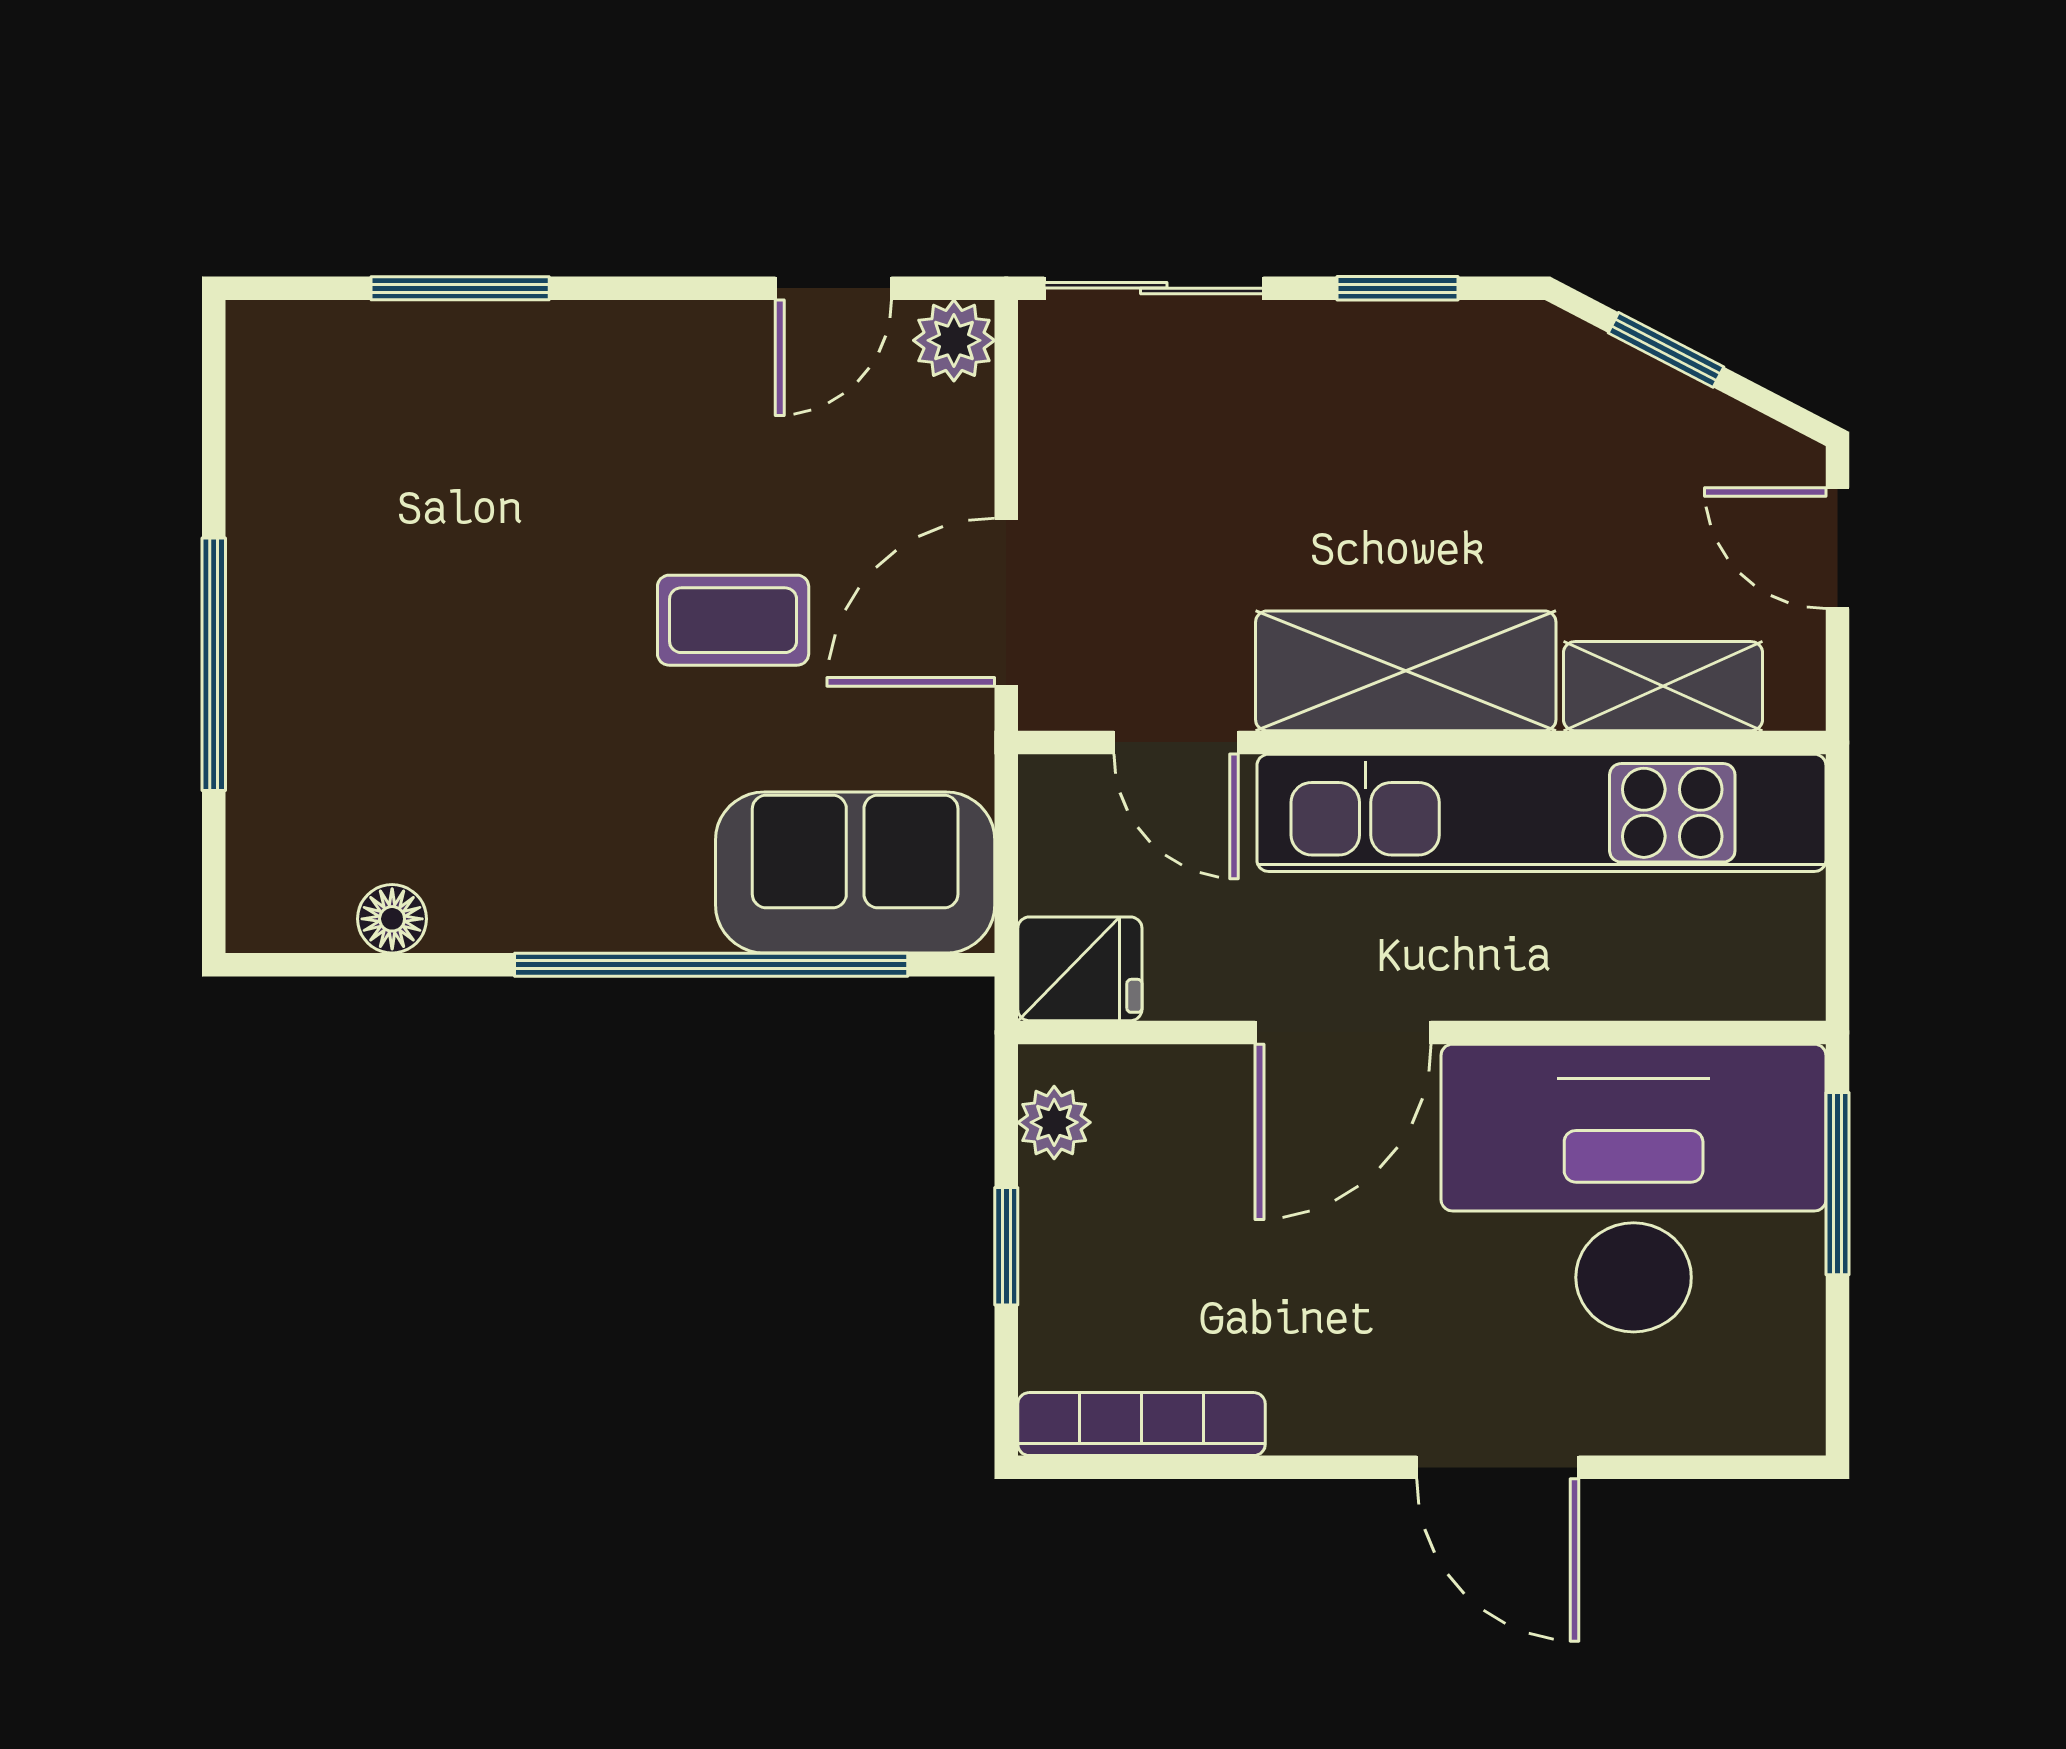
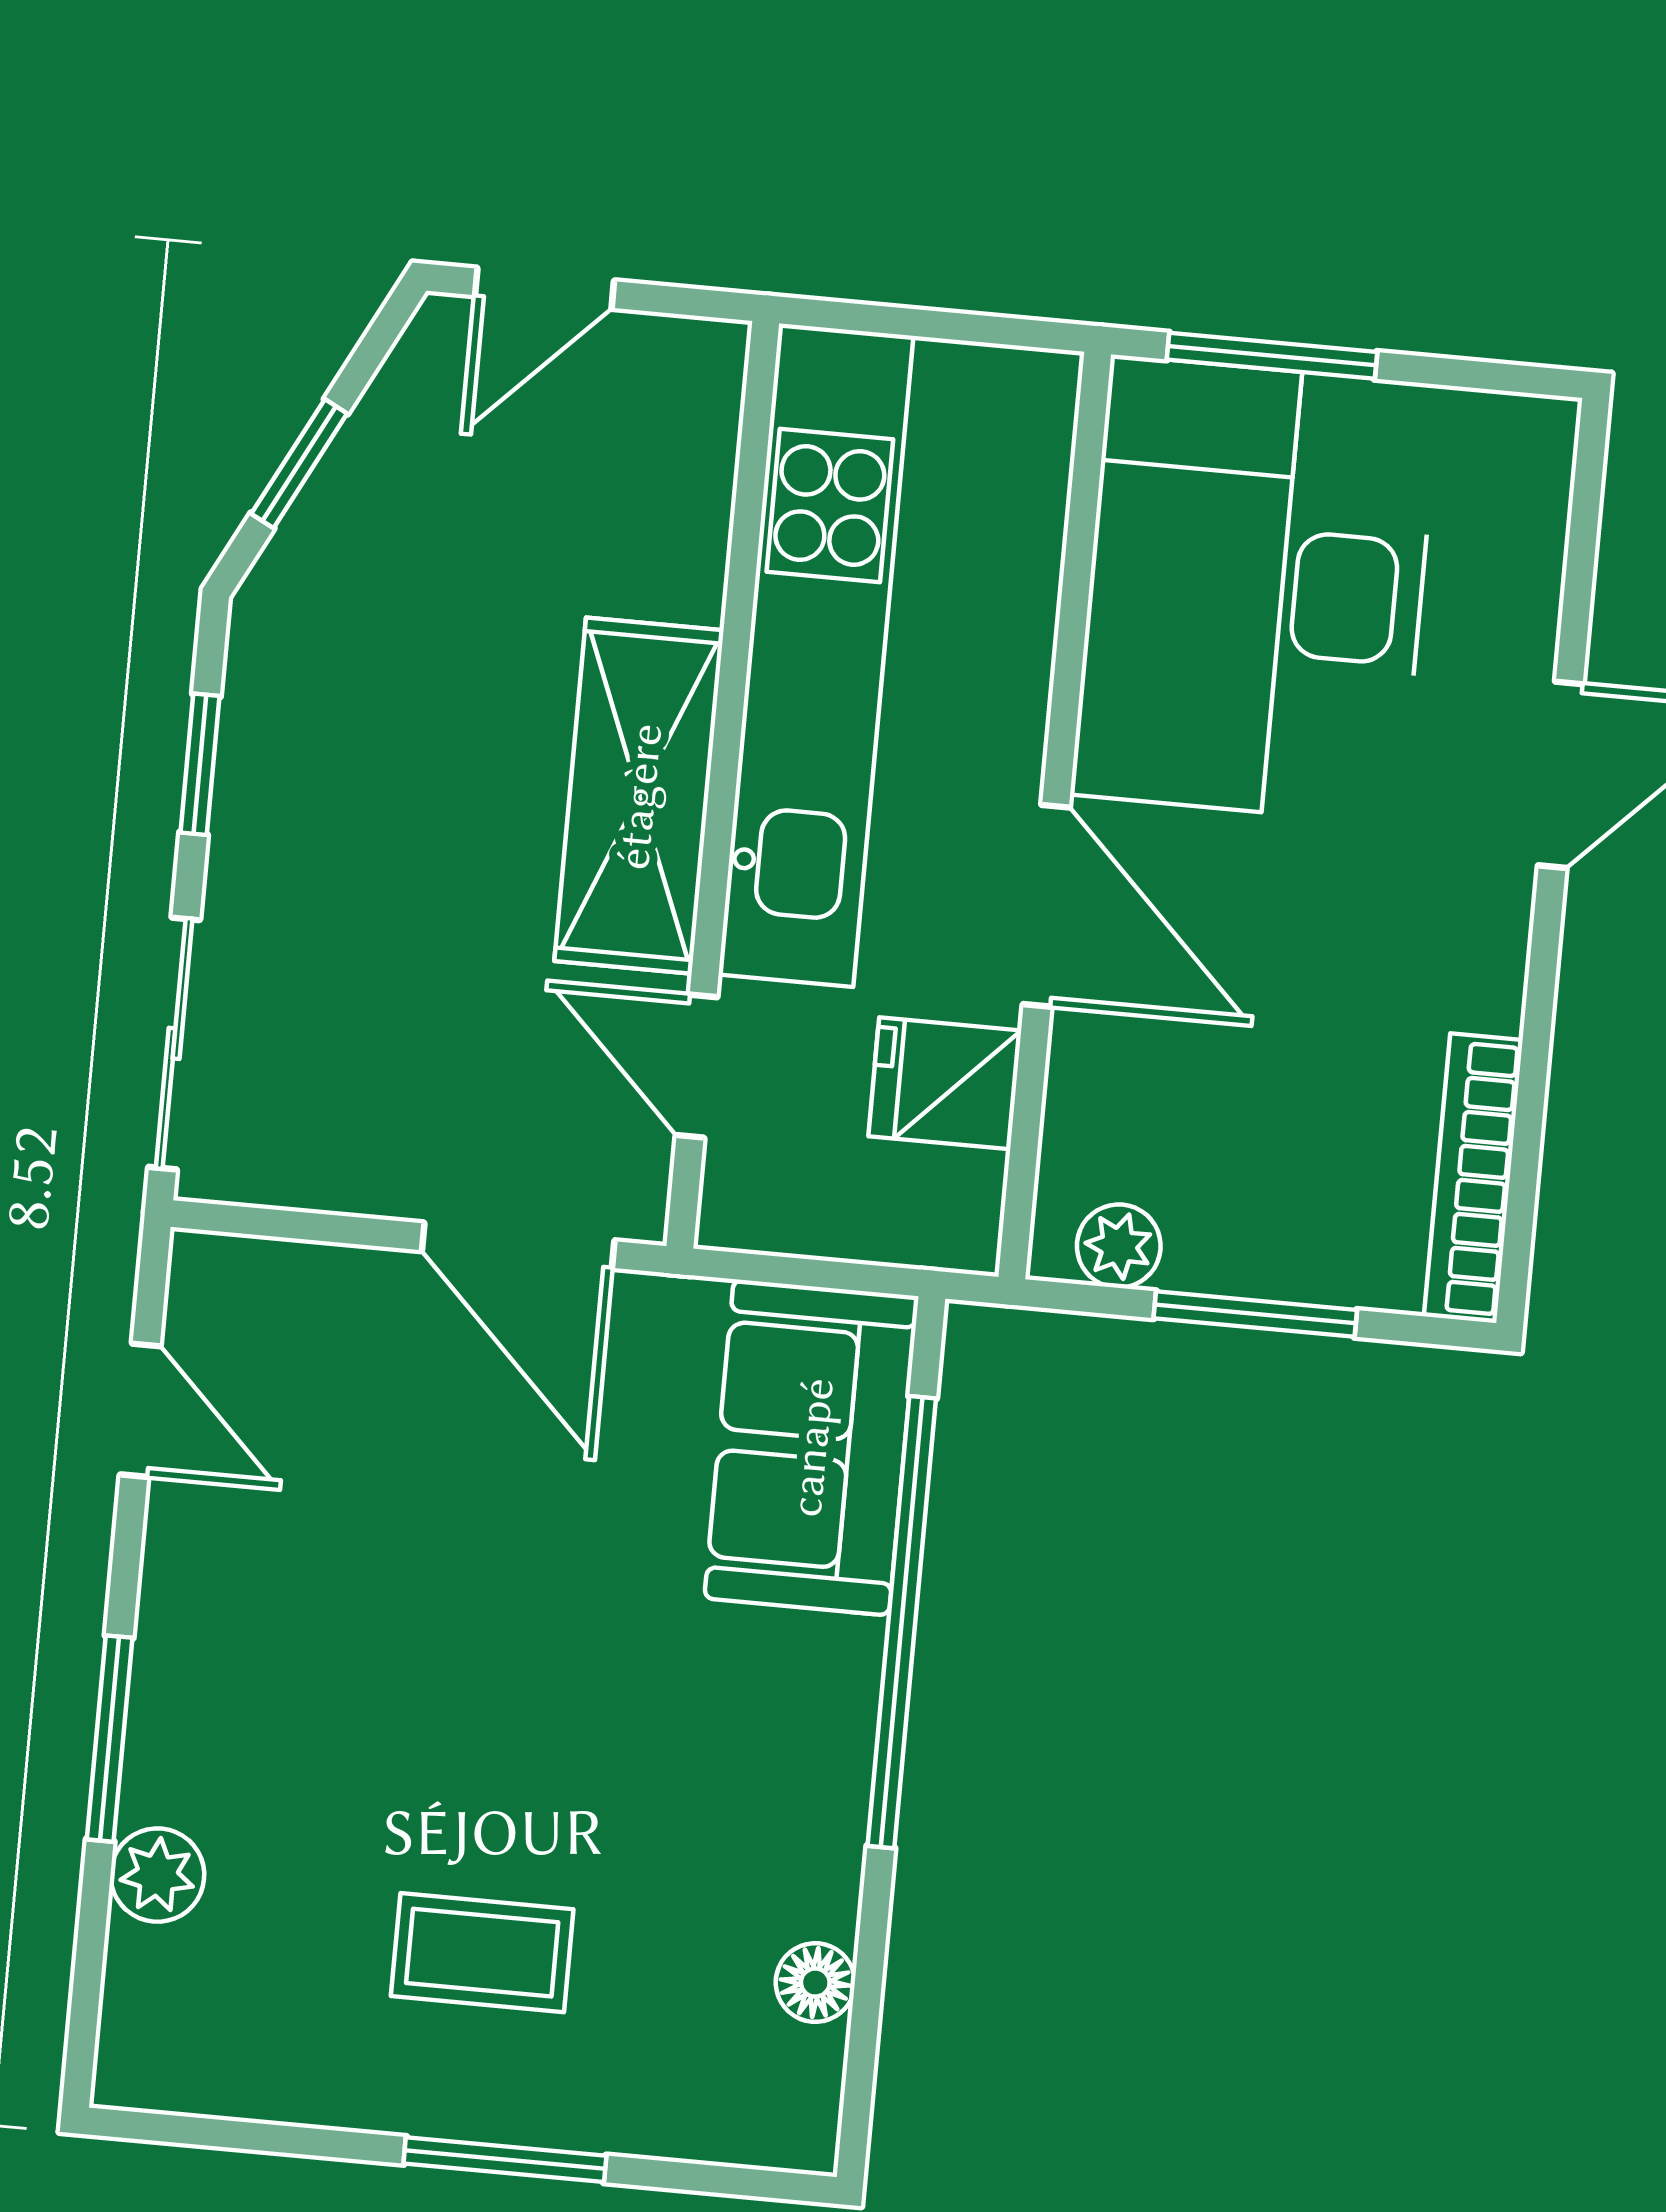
window: (460, 288) -> (110, 1739), moved
plant: (954, 340) -> (157, 1875), moved
coffee table: (733, 620) -> (482, 1953), moved, turned 90
window: (214, 664) -> (505, 2160), width x0.69
shelving: (1663, 686) -> (684, 503), removed
door: (1176, 742) -> (697, 1066), swing flipped
fridge: (1080, 969) -> (945, 1083), moved, turned -90
window: (1006, 1246) -> (1255, 1314), width x1.50

